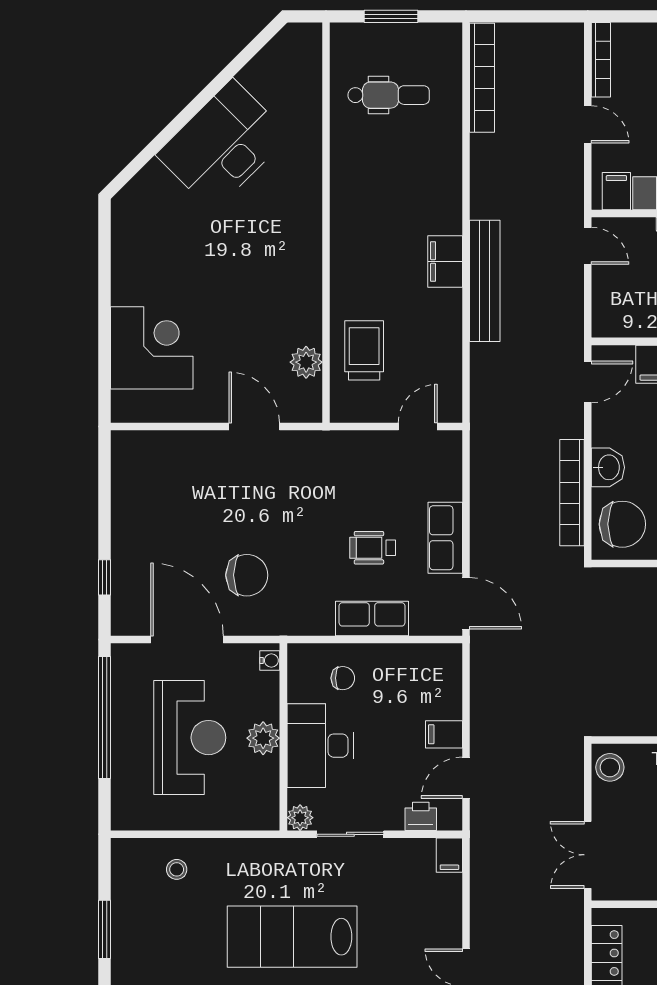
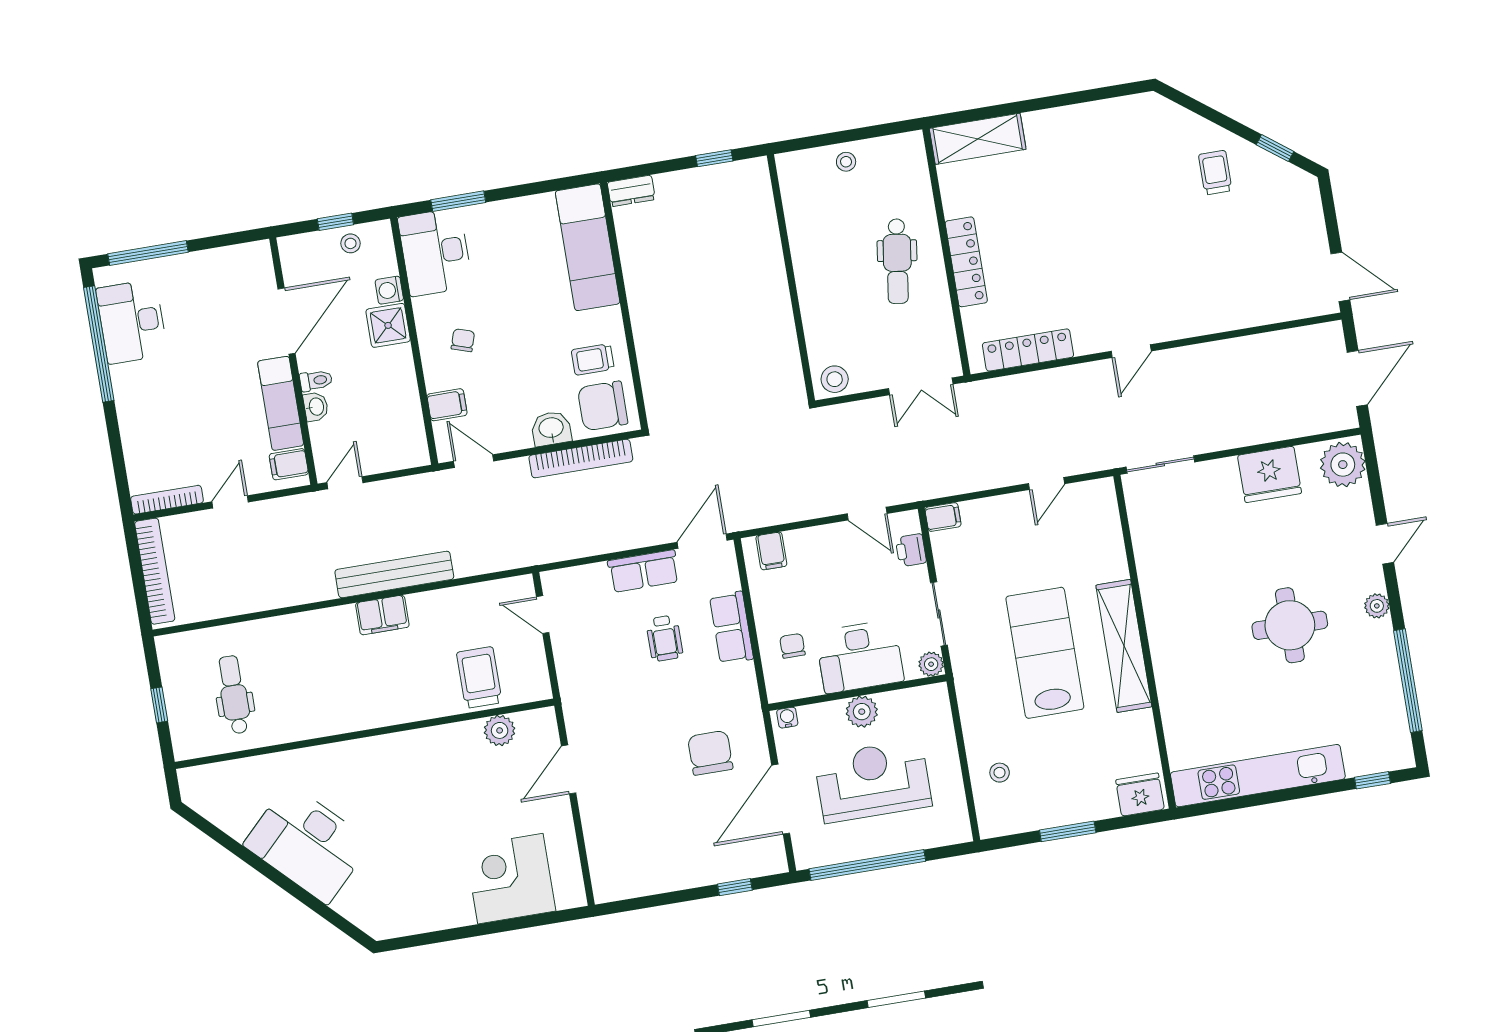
window: (391, 16) -> (159, 705), width x0.67
bookcase: (482, 78) -> (155, 571), moved, turned 90
trolley: (364, 350) -> (479, 677), turned 90
chair: (622, 524) -> (603, 406), turned -90
filing cabinet: (444, 734) -> (771, 551), moved
lab bench: (292, 937) -> (1045, 653), turned 180

